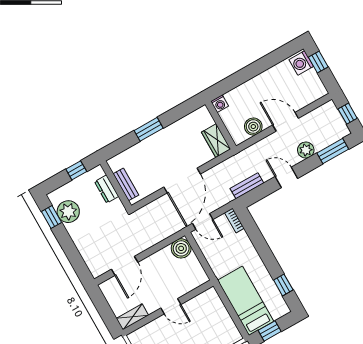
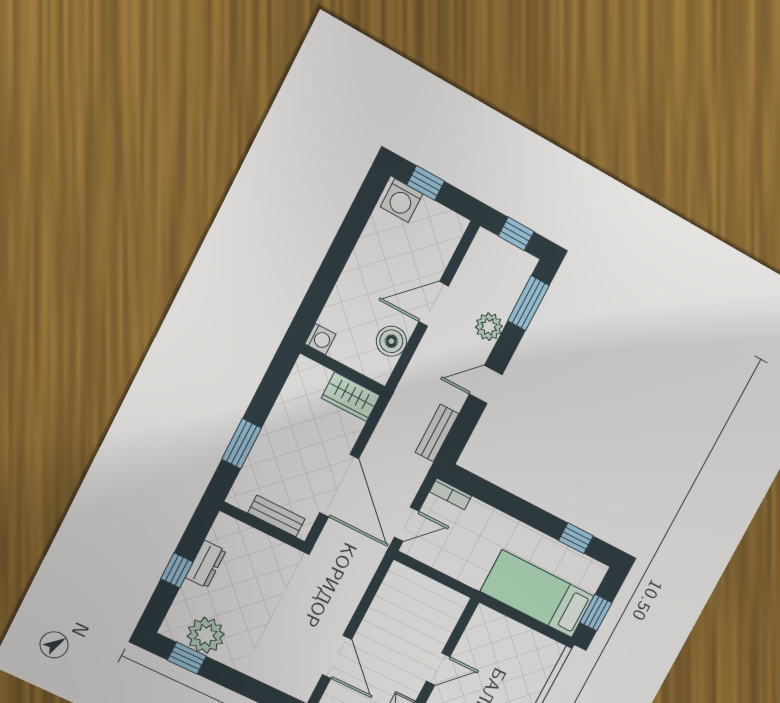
bench: (126, 184) -> (276, 516), moved
wall: (116, 185) -> (262, 526), moved
dresser: (107, 189) -> (206, 564), moved, turned -90
boiler: (181, 248) -> (401, 581), removed

